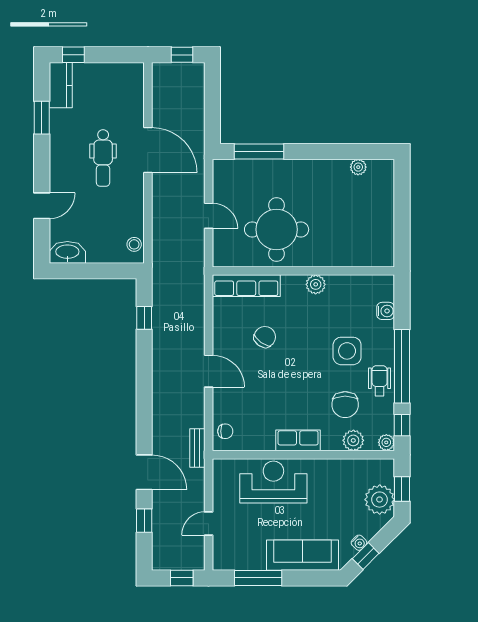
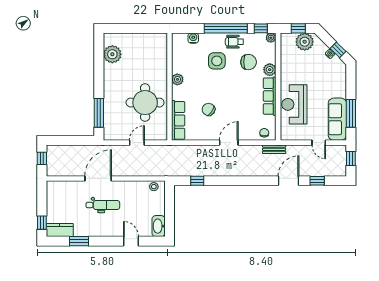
plant: (358, 167) -> (112, 54), width x1.87, depth x1.87
row of seats: (298, 440) -> (270, 96), width x1.48
plant: (353, 440) -> (270, 70), moved
sofa: (302, 555) -> (337, 119), moved

